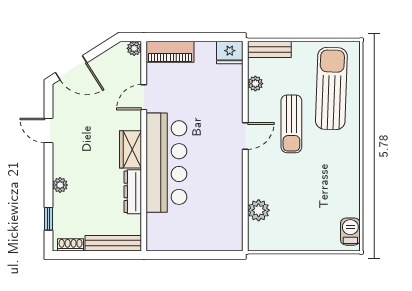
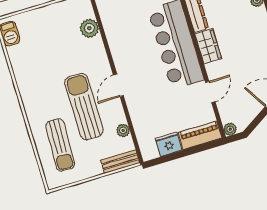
fridge: (230, 52) -> (169, 144), moved
sun lounger: (331, 88) -> (60, 145), width x0.73, depth x0.75
sun lounger: (291, 124) -> (84, 107), width x1.36, depth x1.34

